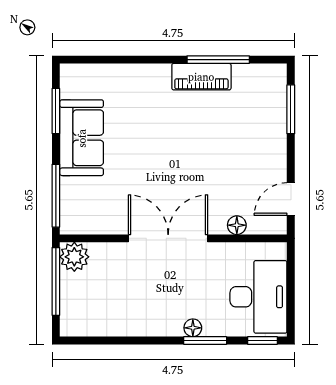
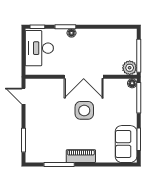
piano: (201, 77) -> (81, 156), moved
sofa: (82, 138) -> (126, 144), moved
side table: (167, 170) -> (84, 110), added
door: (291, 199) -> (23, 96), swing flipped
floor lamp: (237, 225) -> (132, 83), moved

